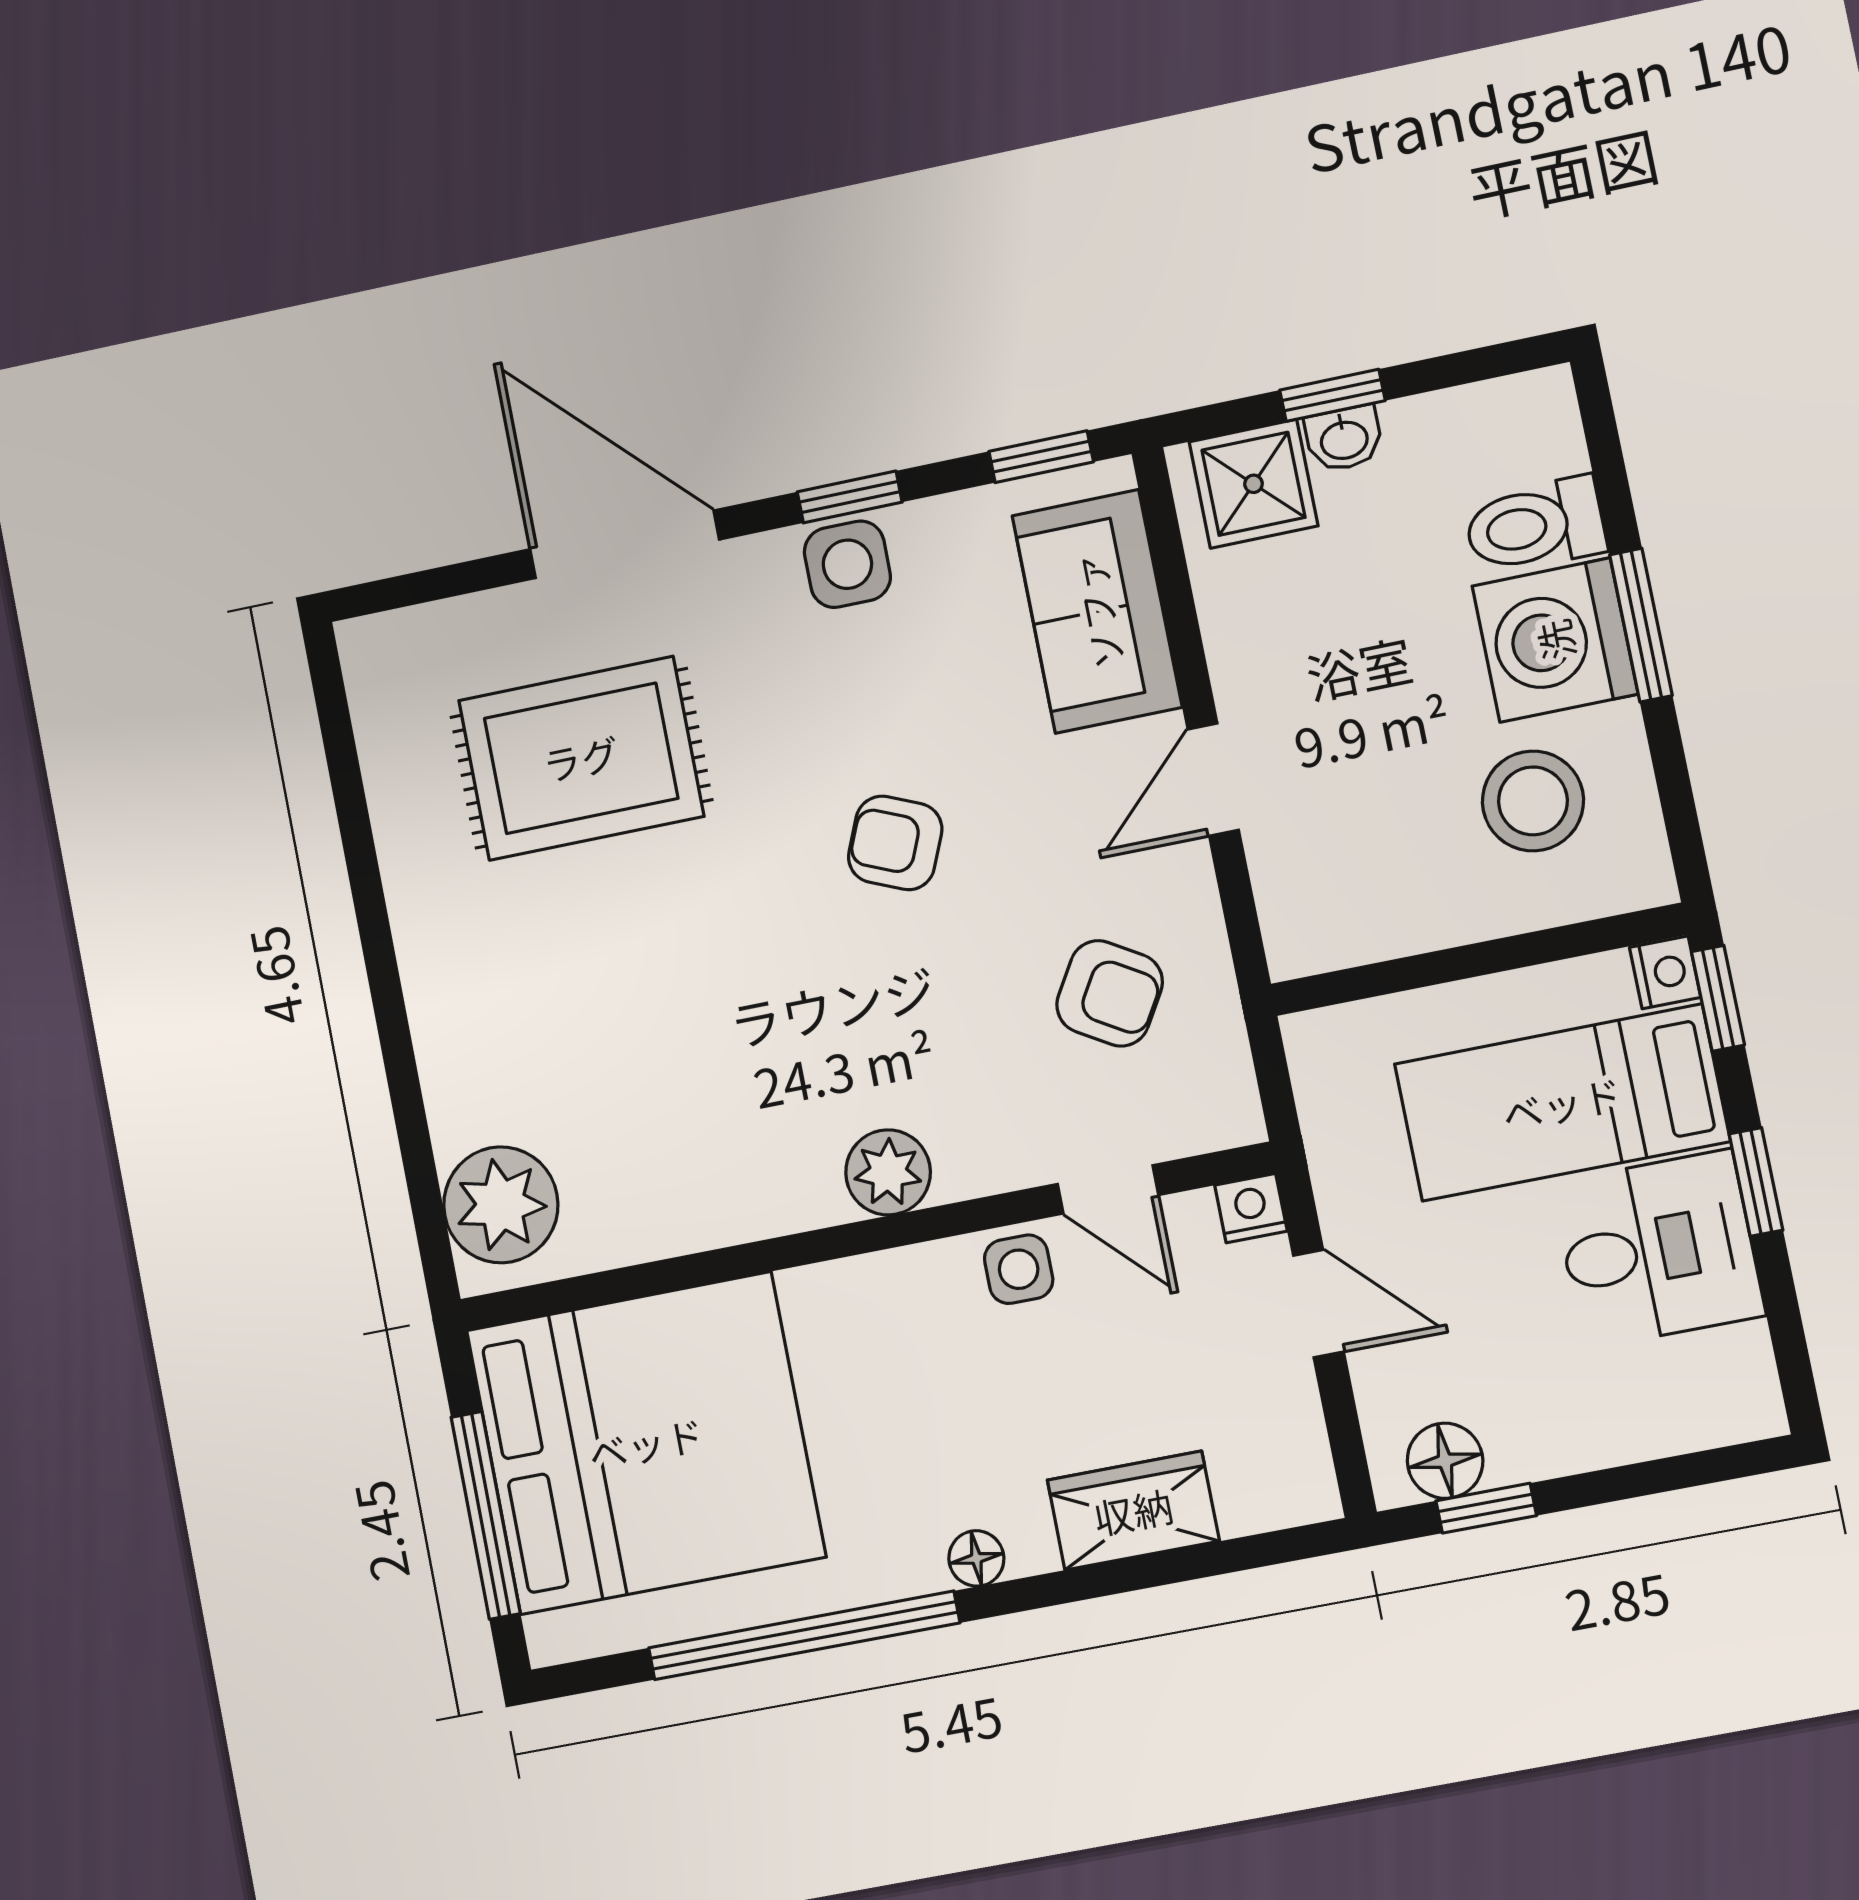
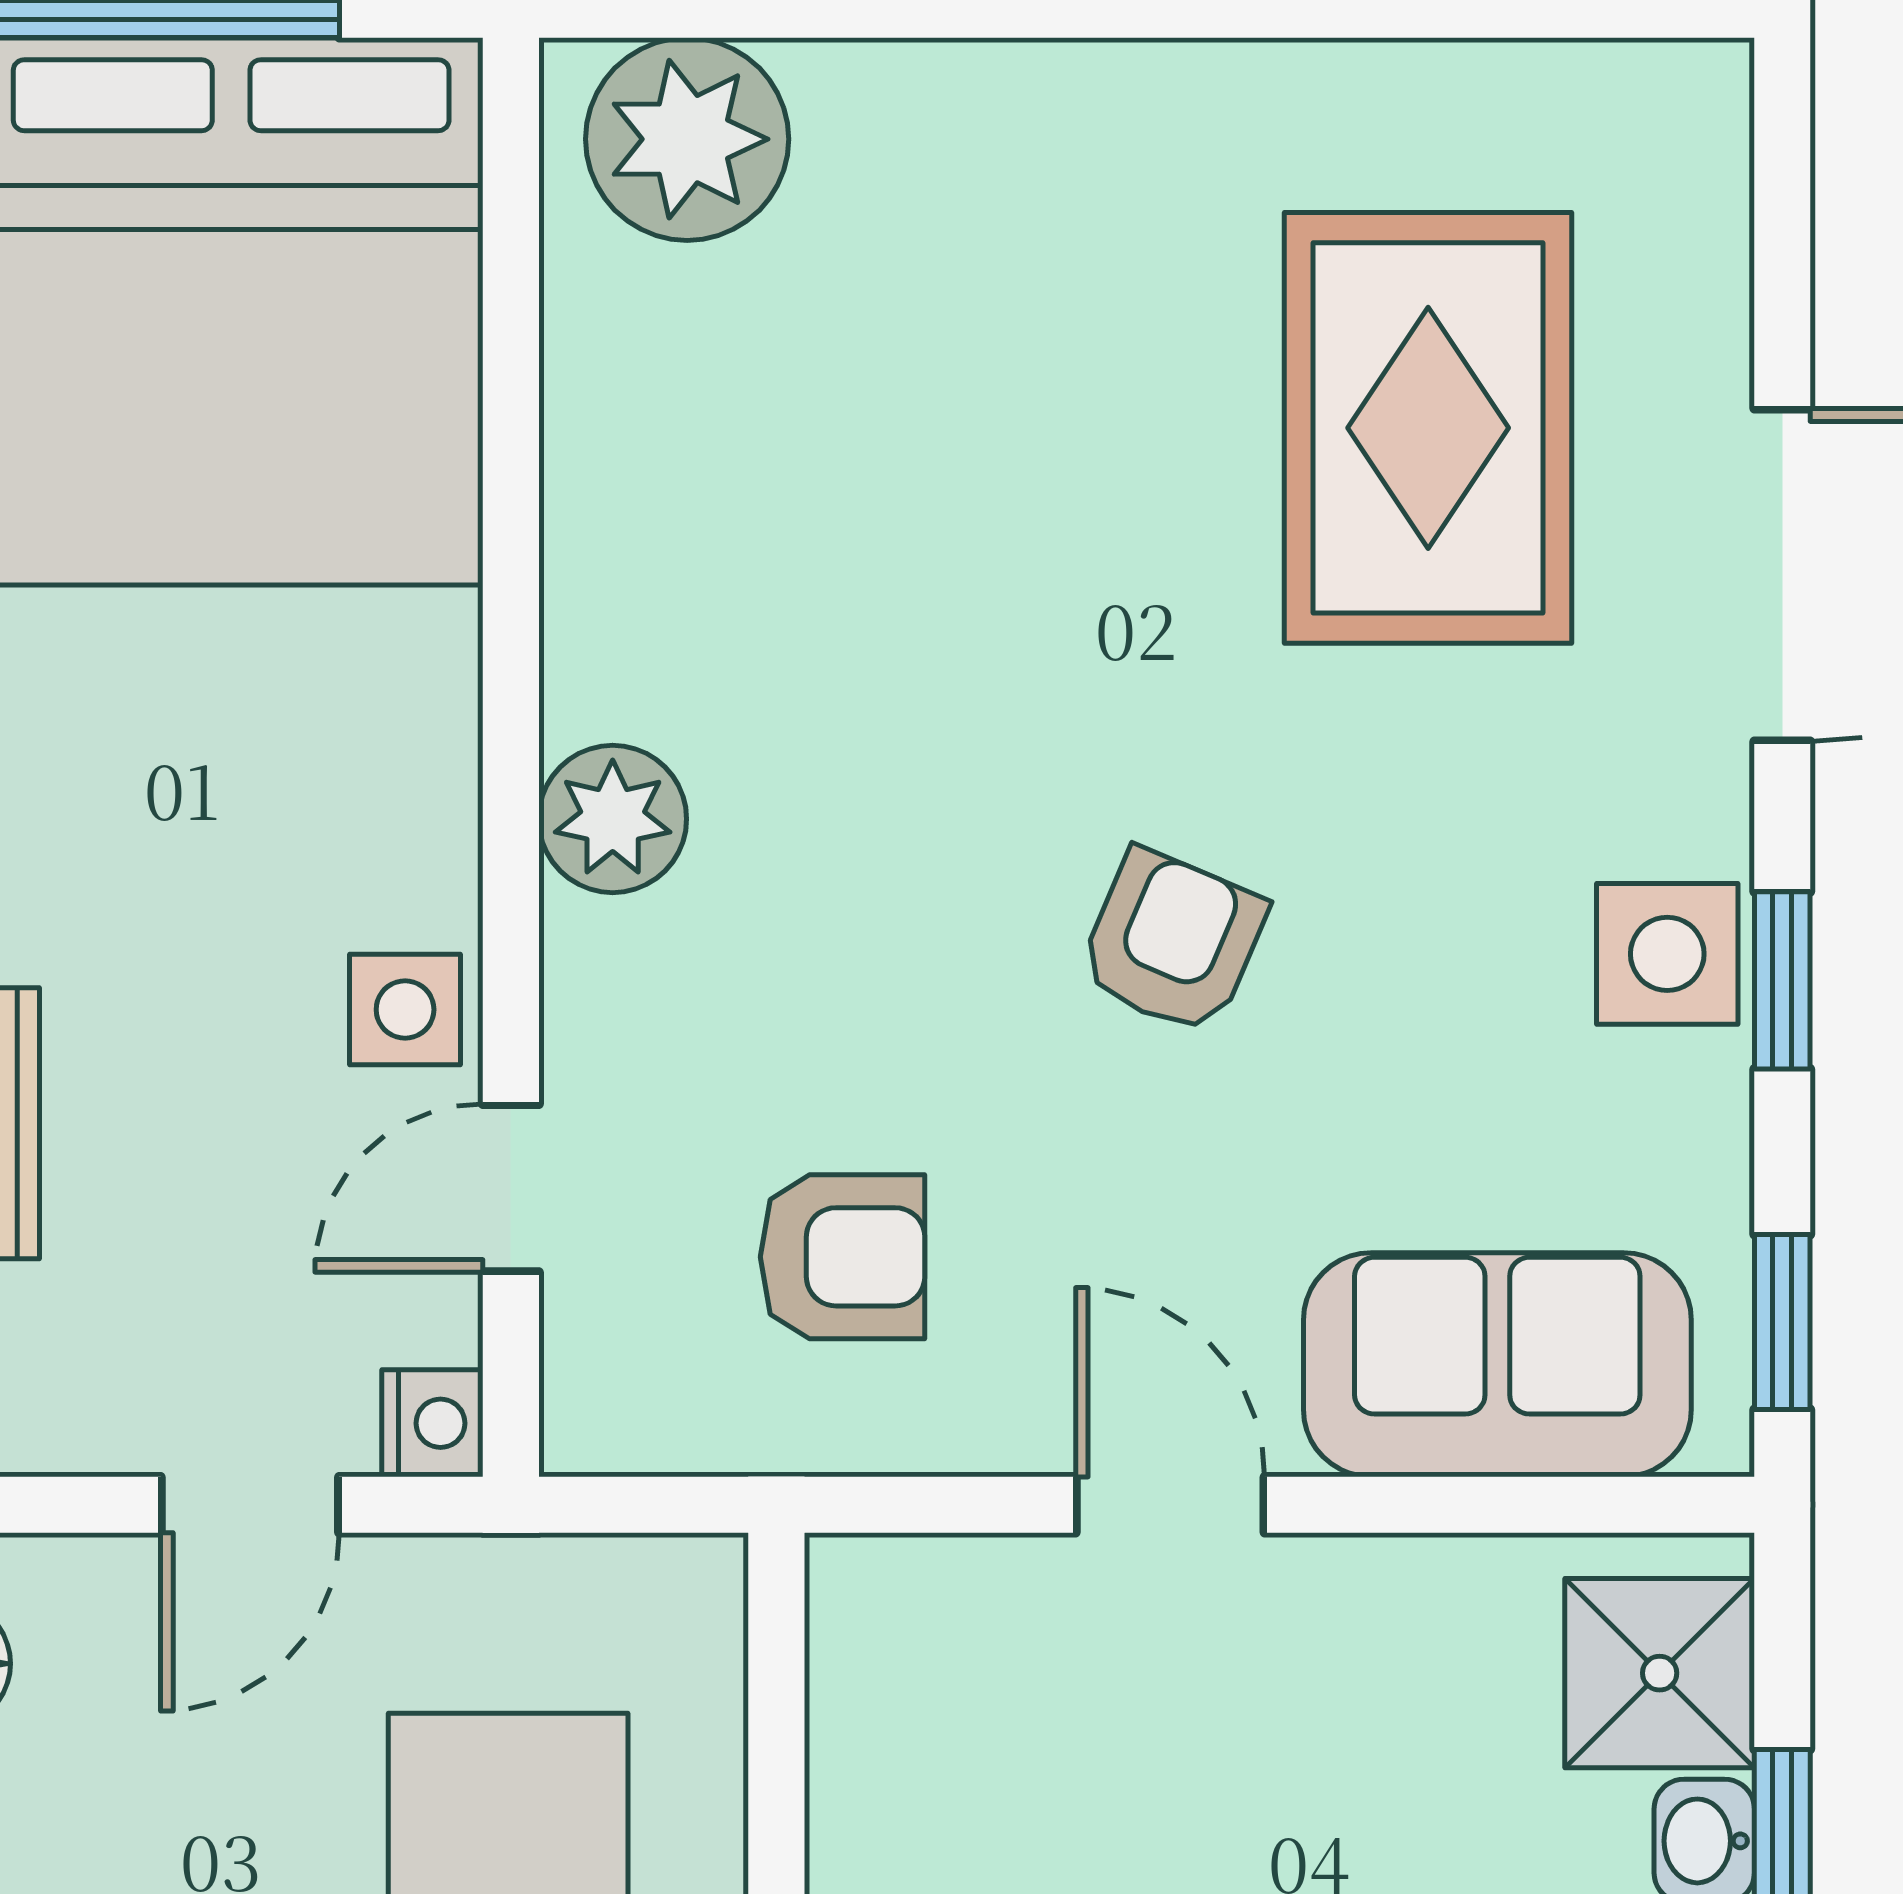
armchair: (1110, 993) -> (843, 1257), turned -121

